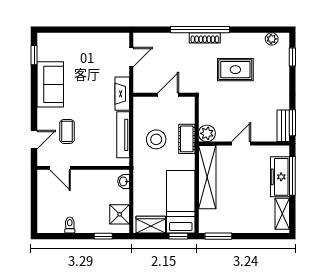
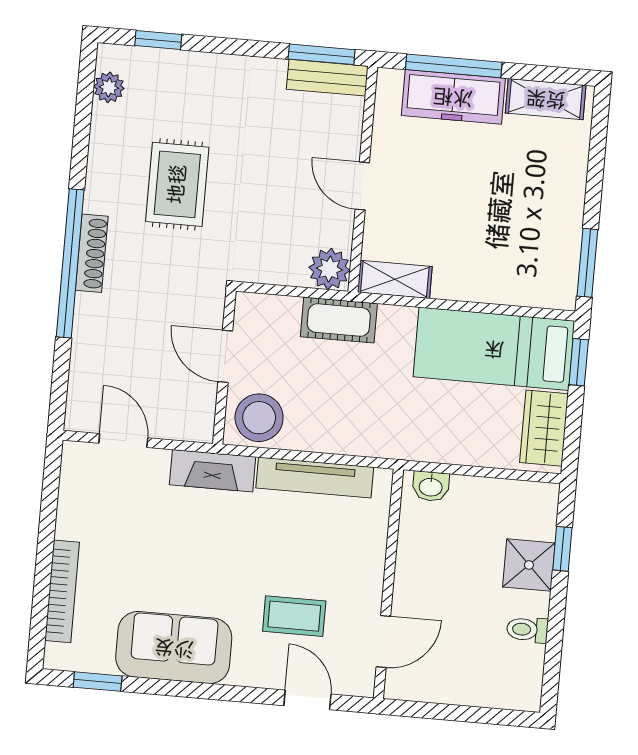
bookcase: (69, 38) -> (62, 591), added
stool: (156, 139) -> (259, 418), moved
shelving: (207, 177) -> (395, 279), width x0.45, depth x0.75
shower: (120, 214) -> (529, 565), moved

